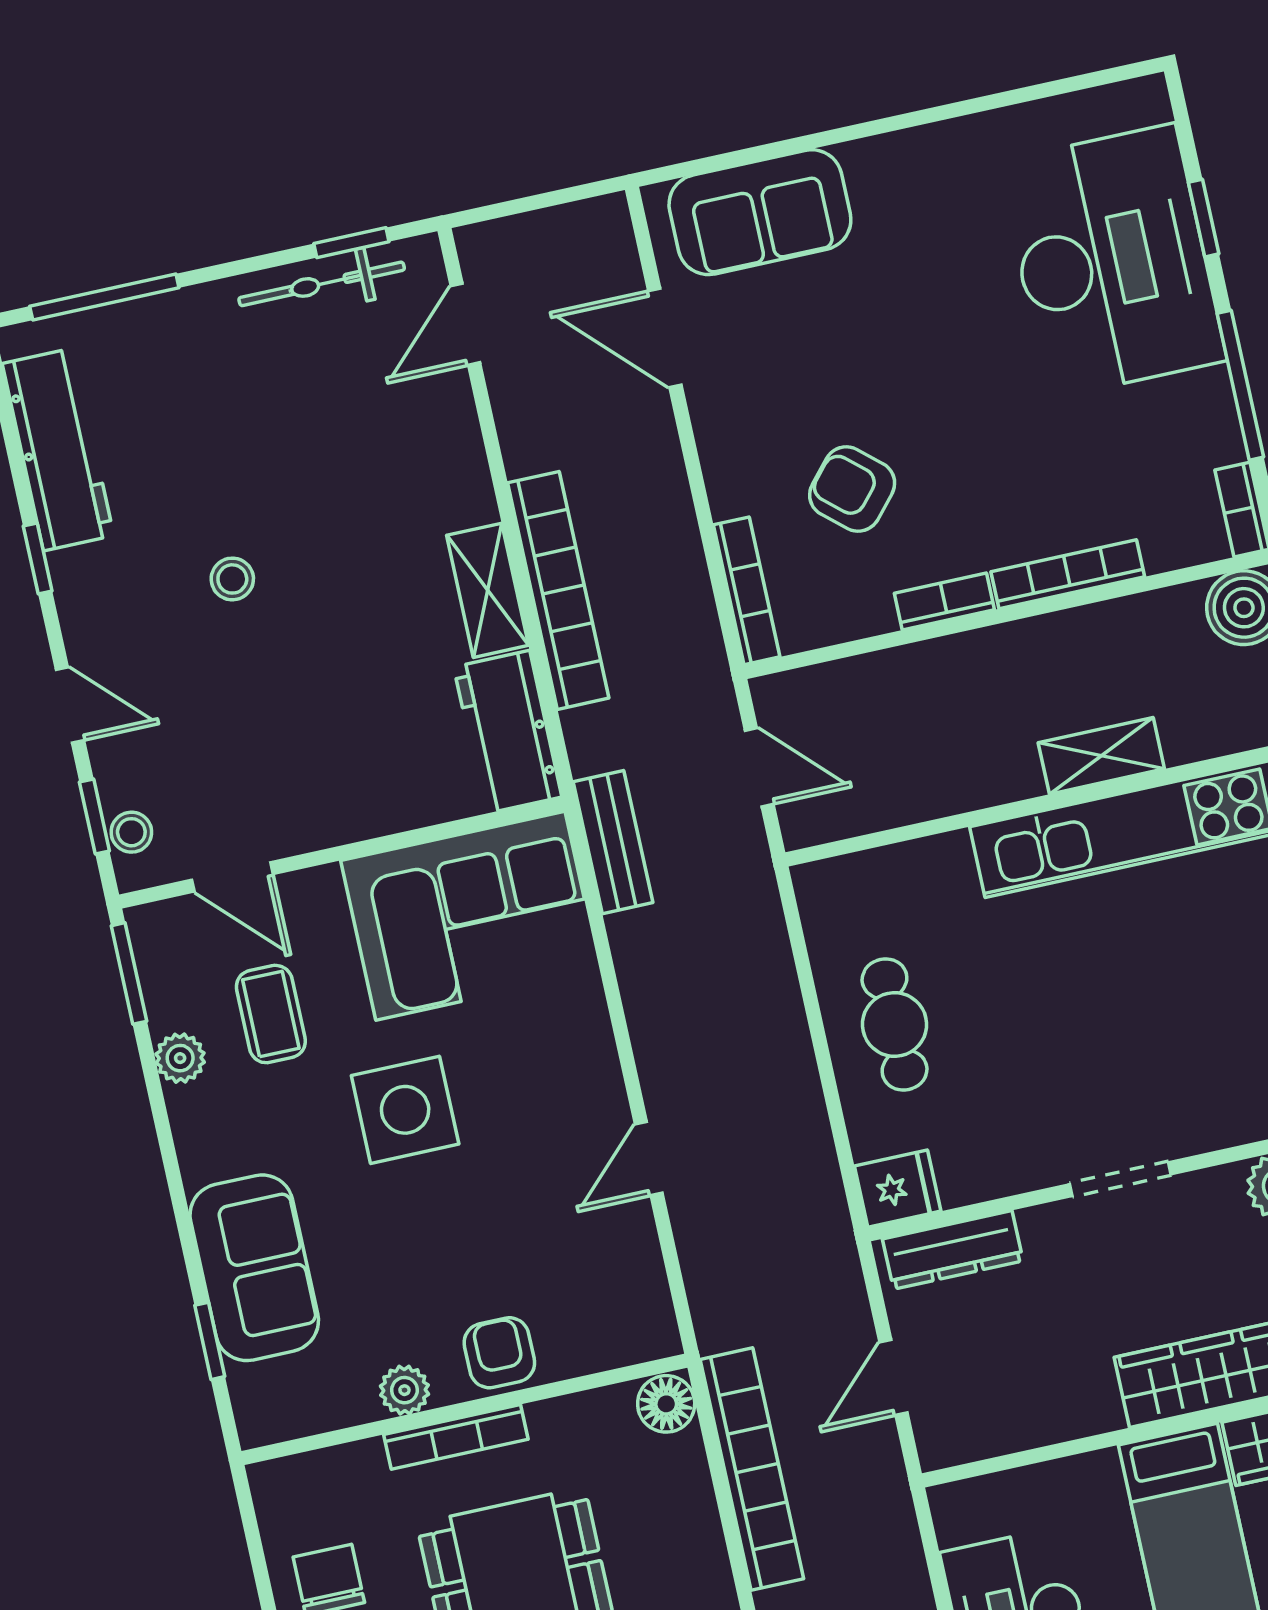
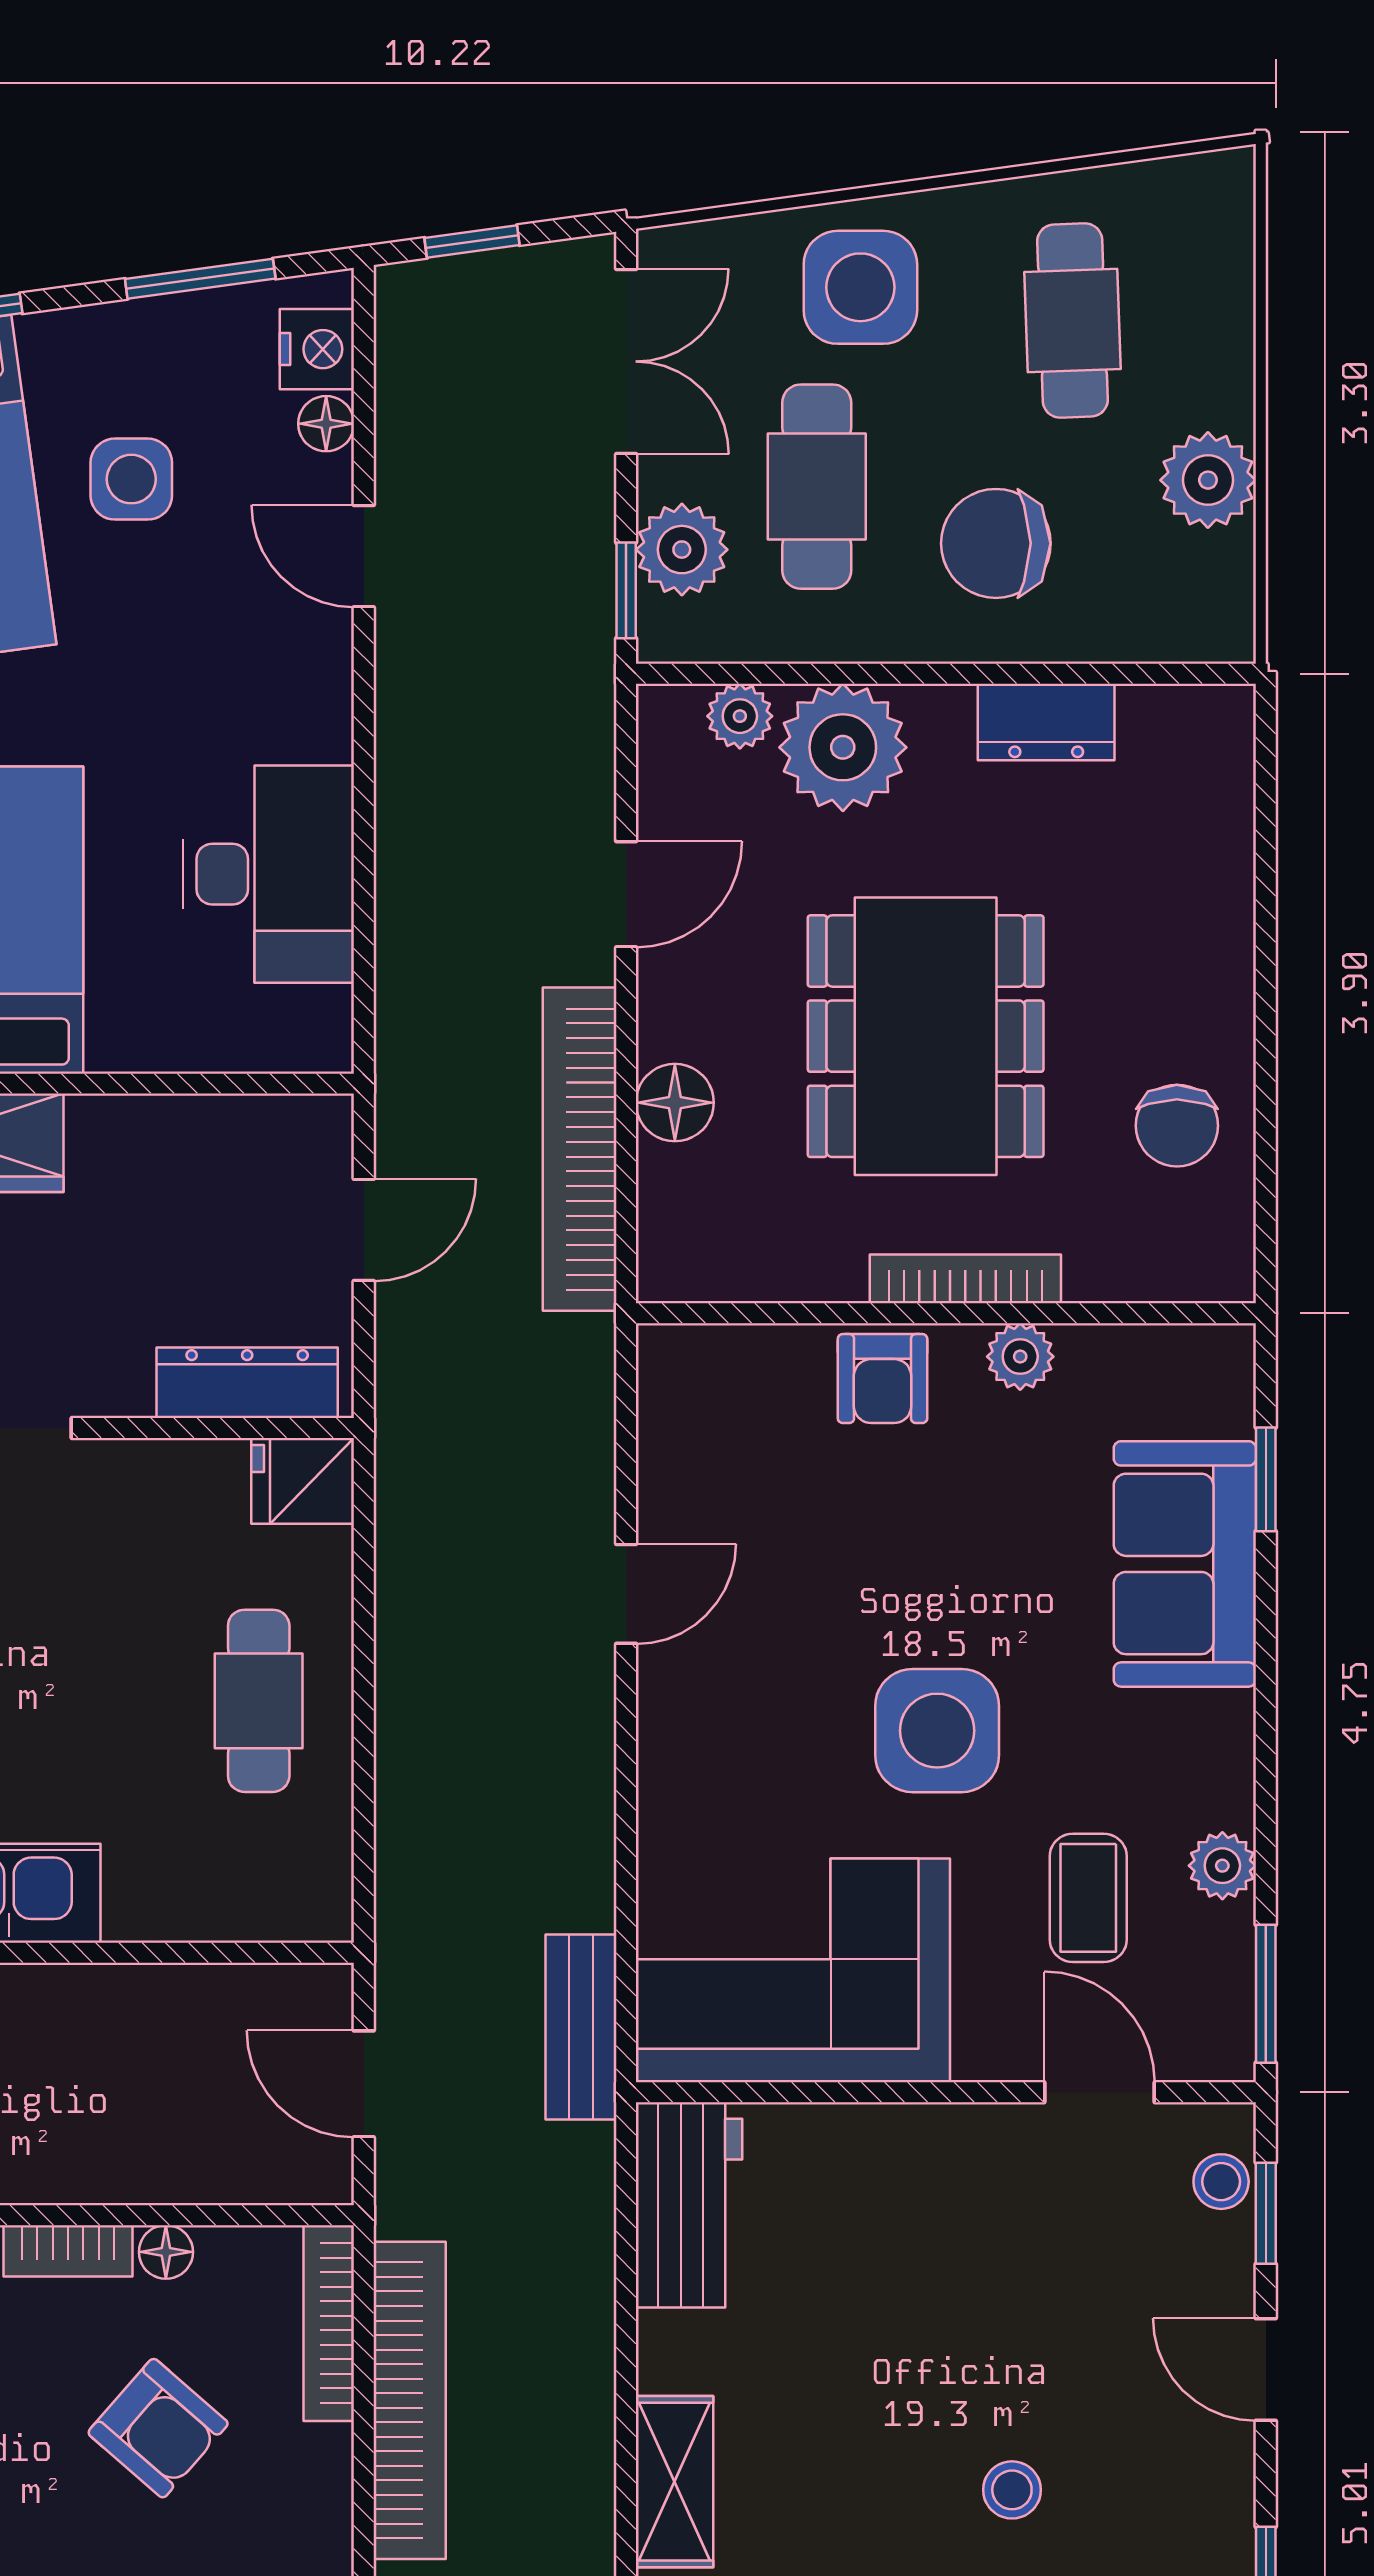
shelving: (488, 590) -> (675, 2482), moved
bookcase: (558, 590) -> (410, 2400), moved, turned 180
floor lamp: (874, 616) -> (166, 2252), added
floor lamp: (666, 1404) -> (675, 1103), moved

